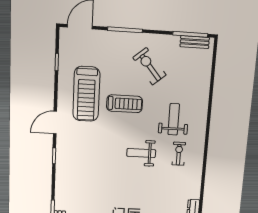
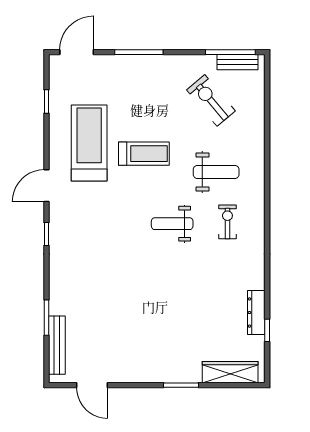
exercise bike: (149, 66) -> (211, 100), moved
treadmill: (86, 94) -> (89, 143), turned 180
weight bench: (174, 119) -> (216, 172), turned 90

